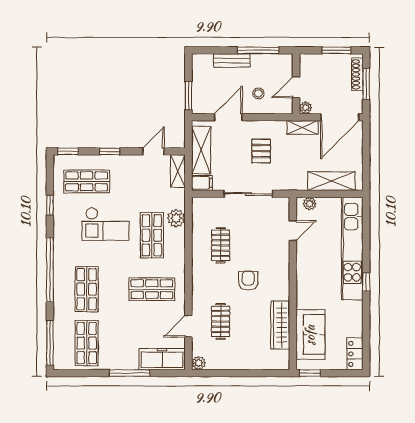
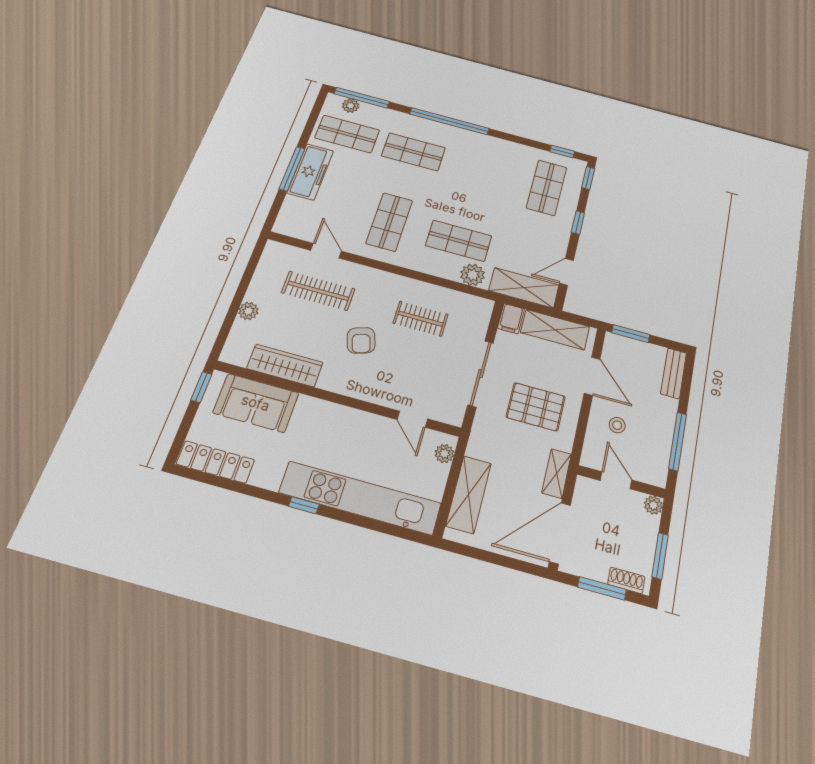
bench: (232, 61) -> (674, 373), moved
shoe rack: (357, 74) -> (626, 580), width x0.70
plant: (306, 108) -> (653, 505), moved
door: (340, 117) -> (560, 533), hinge flipped
door: (153, 151) -> (566, 272), swing flipped
pallet: (261, 151) -> (536, 407), width x1.50, depth x1.42
shelving: (178, 171) -> (524, 288), width x1.50, depth x1.33
window: (50, 205) -> (562, 151), moved
checkout: (105, 224) -> (488, 193), removed
armchair: (248, 281) -> (361, 340), turned 72
clothes rail: (221, 321) -> (318, 291), width x1.36
plant: (60, 349) -> (351, 106), added
locker: (355, 354) -> (215, 462), width x1.53
freezer: (162, 359) -> (310, 172), moved
plant: (199, 363) -> (248, 311), moved

